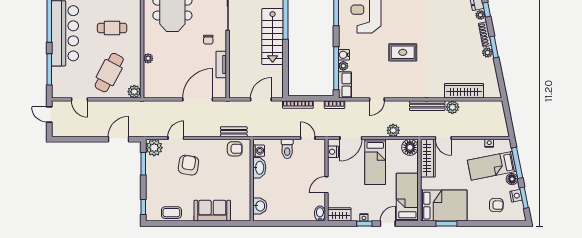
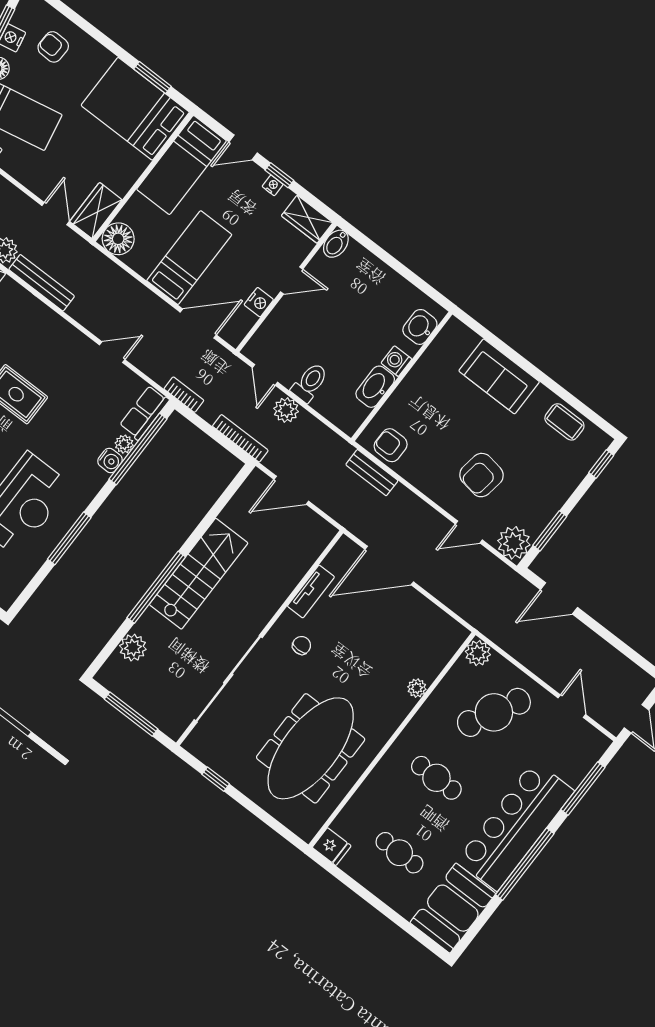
plant: (393, 130) -> (286, 410), moved
washing machine: (259, 151) -> (396, 361), moved
nightstand: (333, 152) -> (259, 302), moved
wardrobe: (428, 158) -> (96, 211), width x0.67

